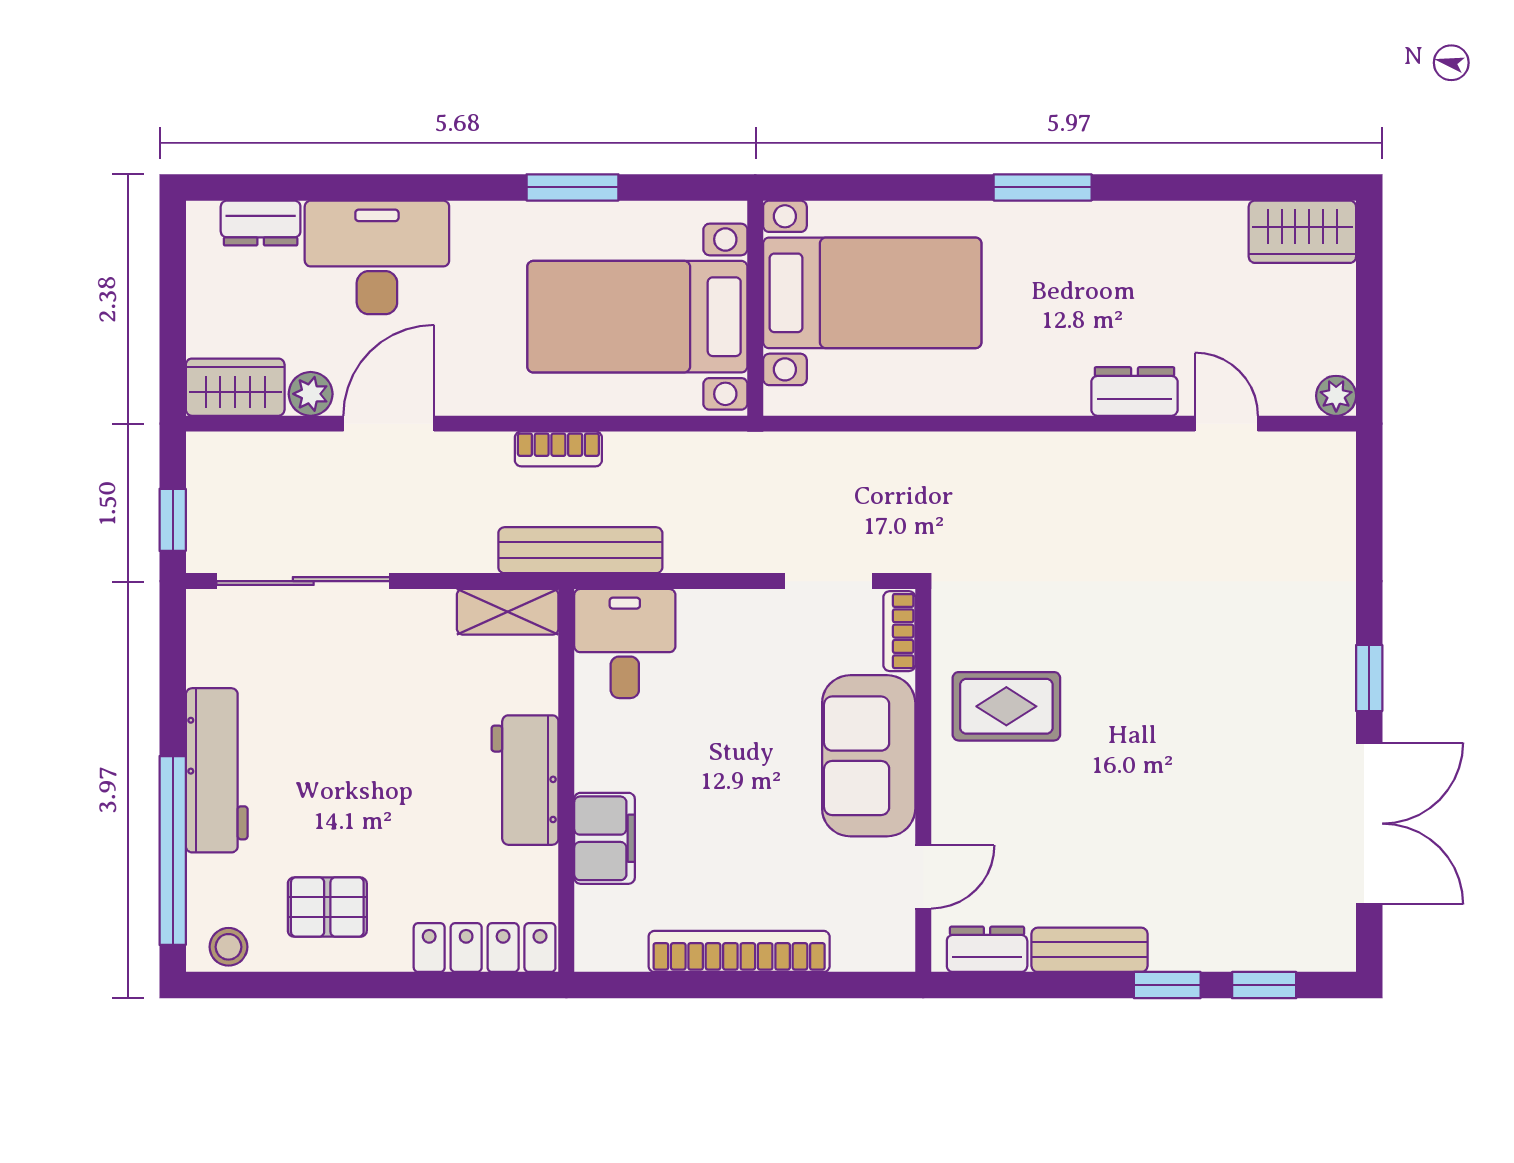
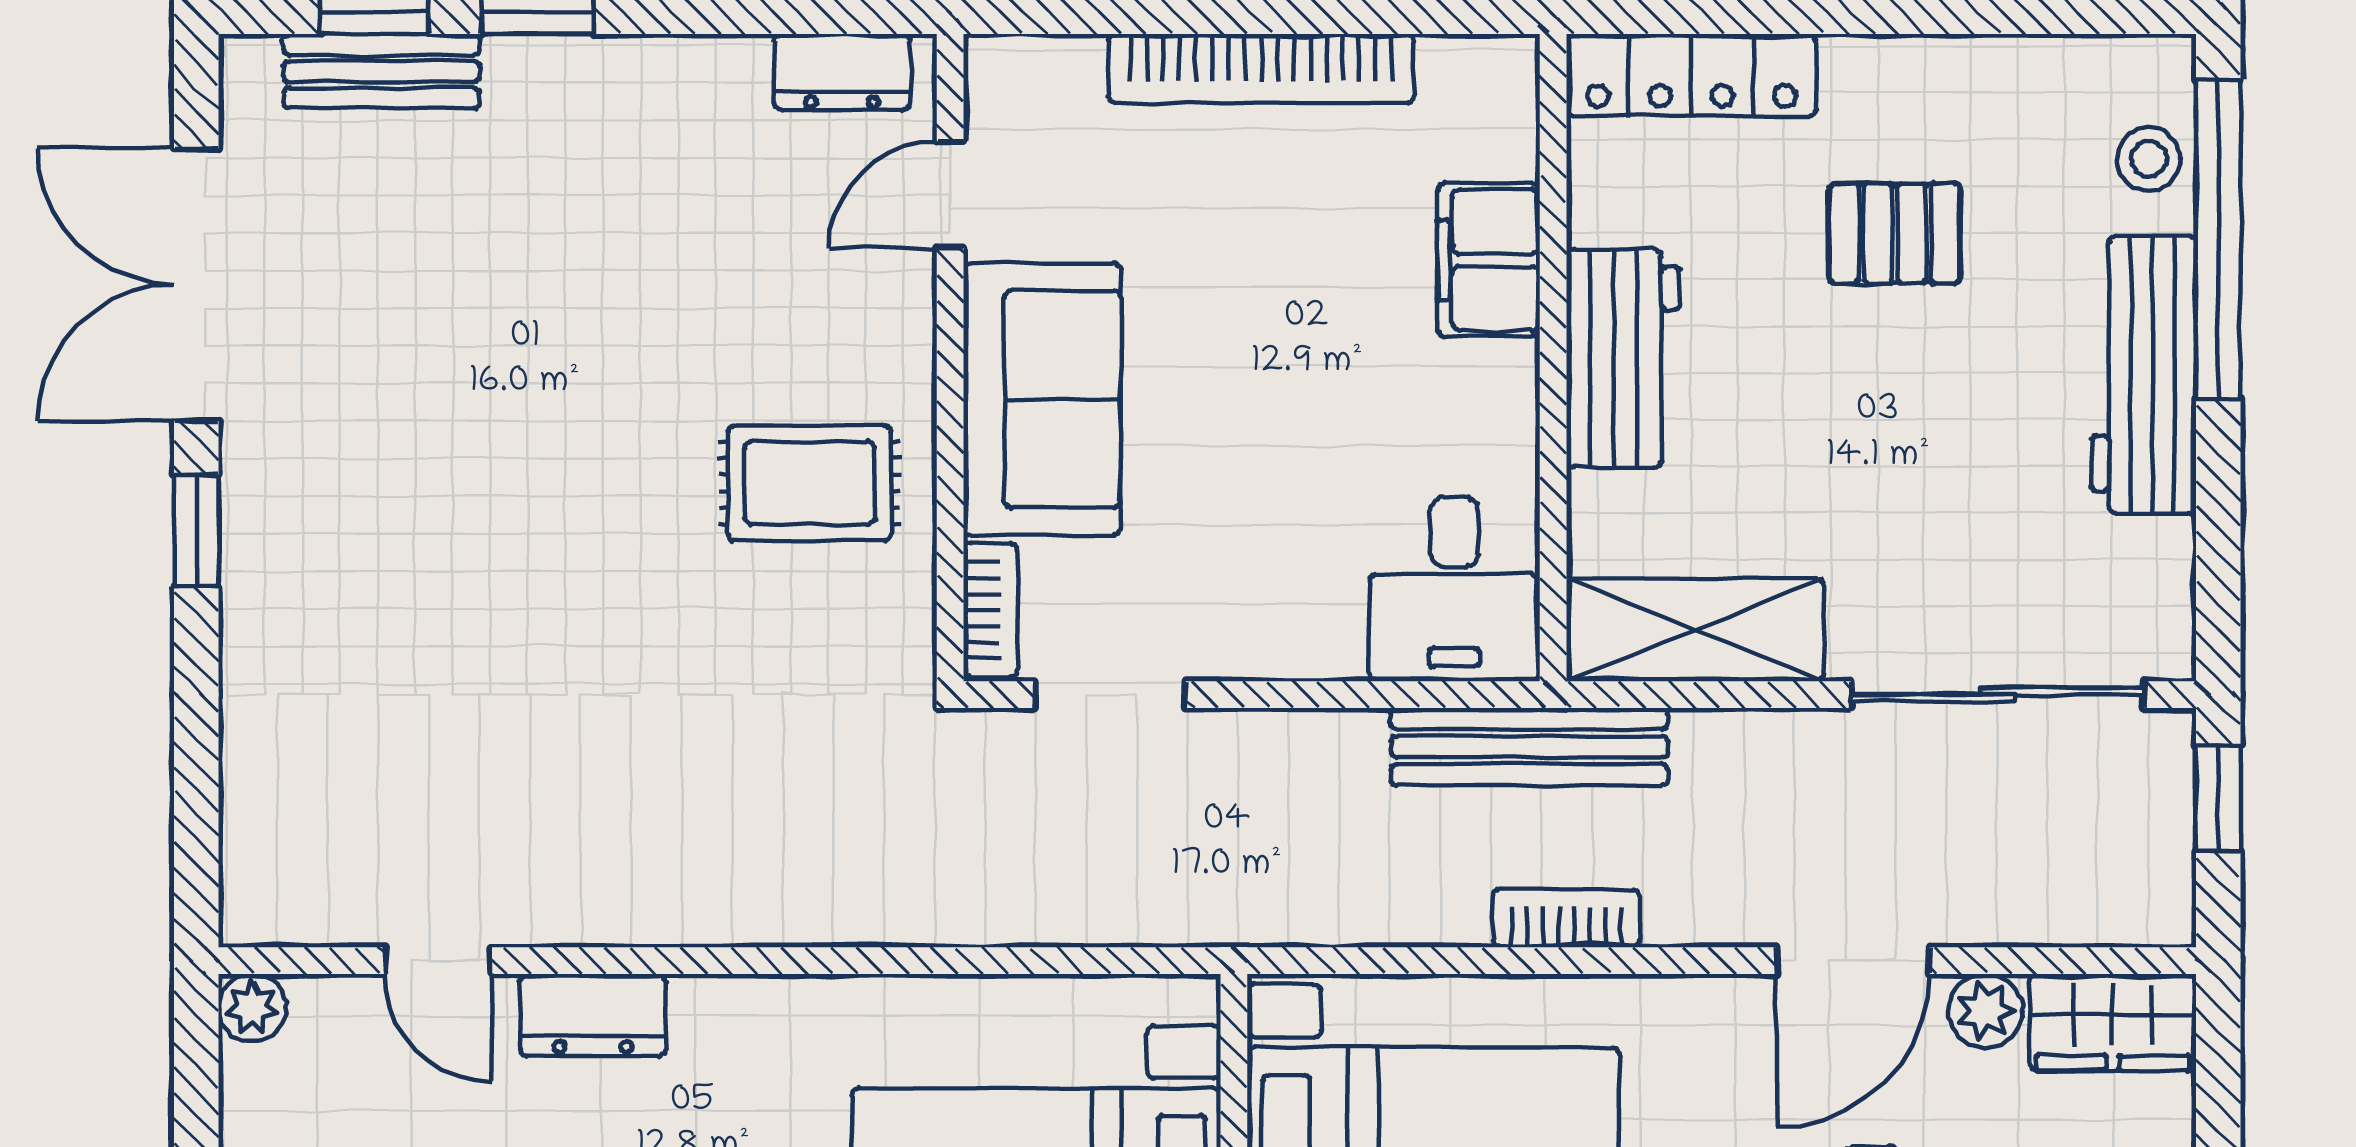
shelving: (508, 612) -> (1695, 630), width x1.50, depth x1.33
pallet: (327, 907) -> (1895, 233), moved
stool: (228, 947) -> (2149, 159), moved
bench: (1090, 950) -> (382, 71), moved

